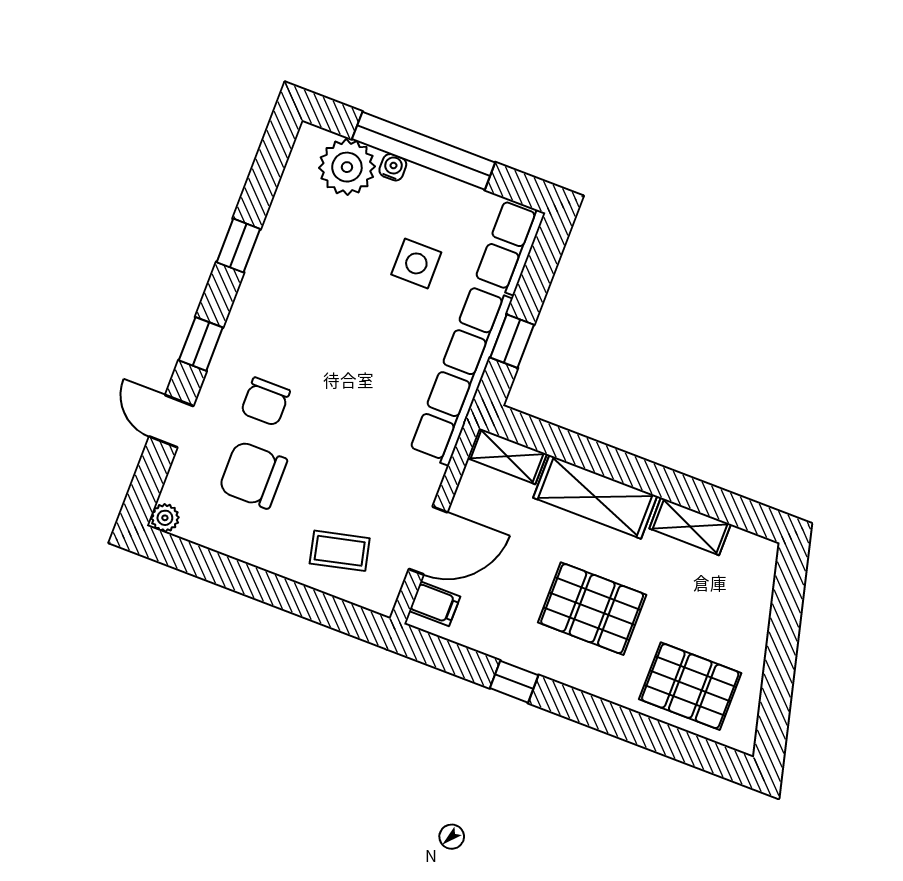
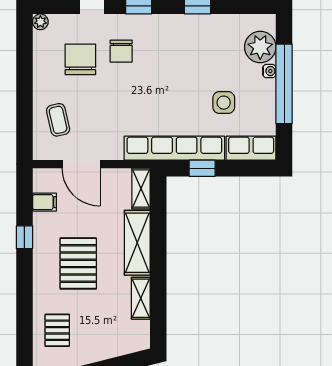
chair: (265, 402) -> (121, 51), turned -90
filing cabinet: (435, 604) -> (44, 202), moved, turned -90
pallet: (690, 686) -> (57, 330), width x0.67, depth x0.71

